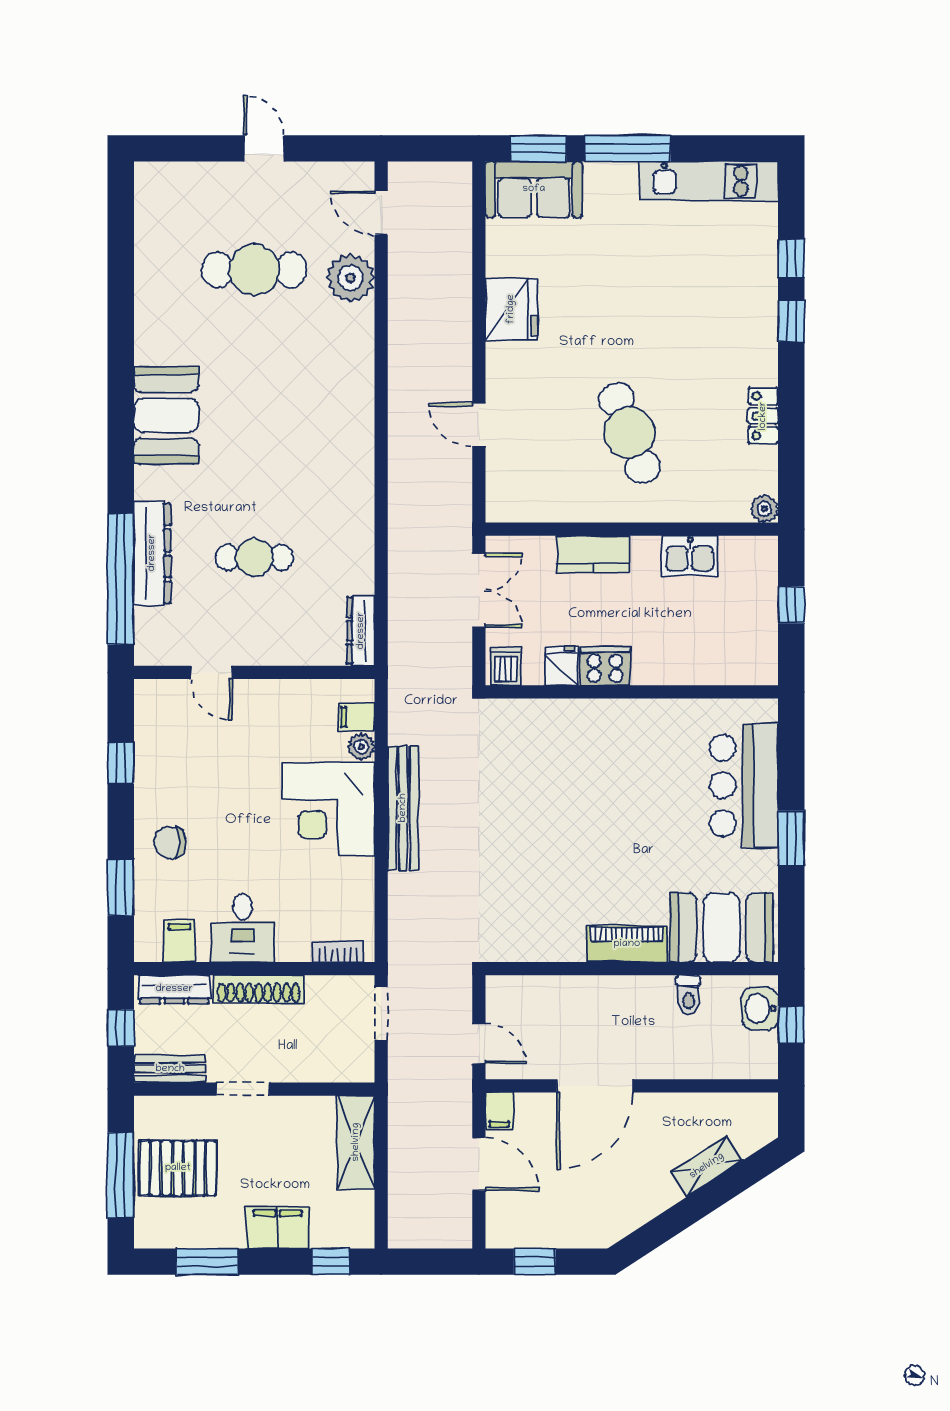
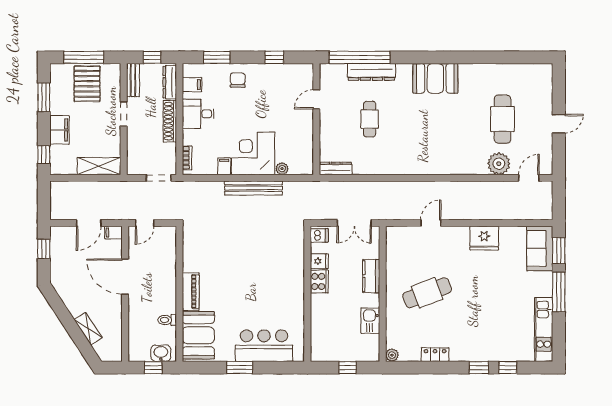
filing cabinet: (356, 717) -> (224, 166), moved

